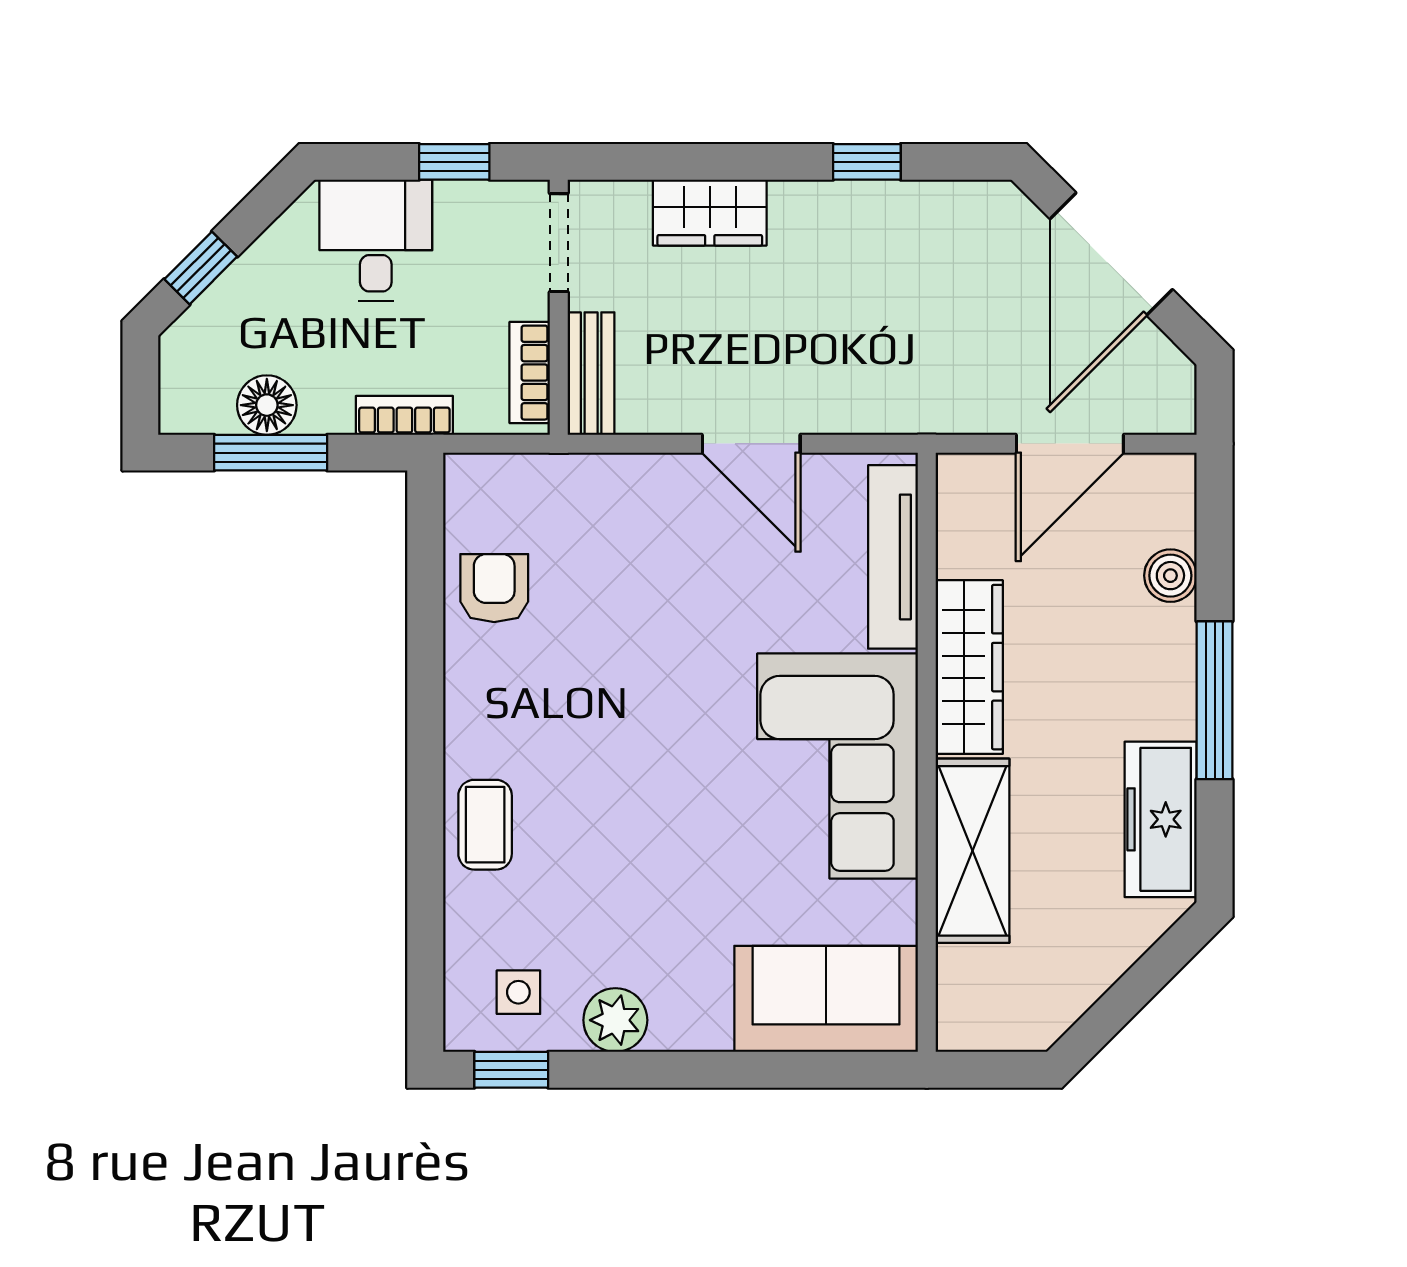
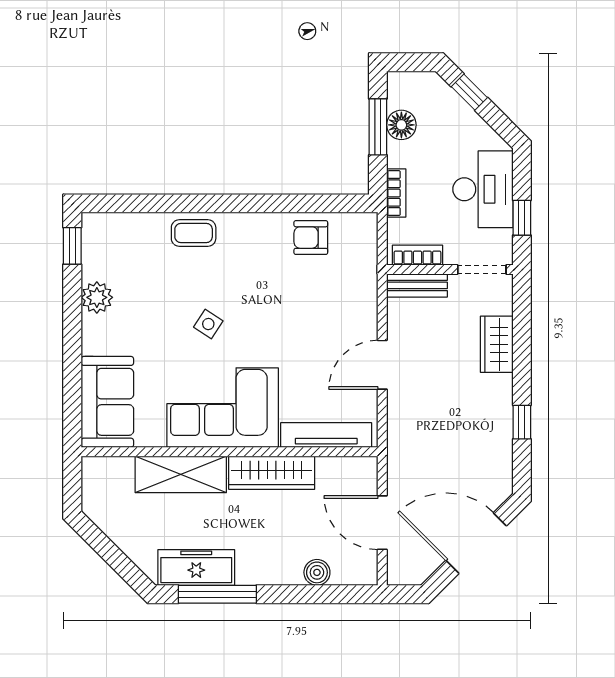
desk: (376, 240) -> (483, 189), width x1.37
armchair: (494, 588) -> (311, 238), turned 180
window: (1215, 700) -> (217, 594), moved
side table: (518, 992) -> (208, 324), moved, turned 33

